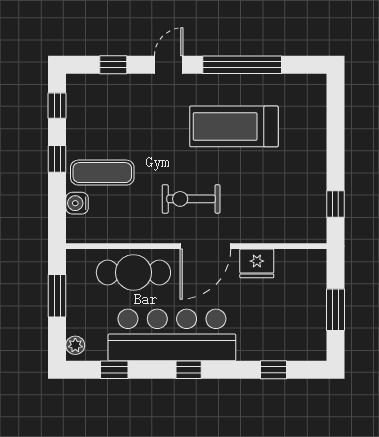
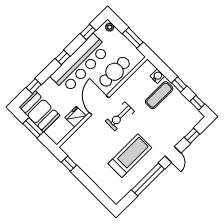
exercise bike: (191, 199) -> (120, 116), turned 180
booth: (302, 324) -> (39, 111), added

